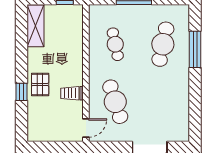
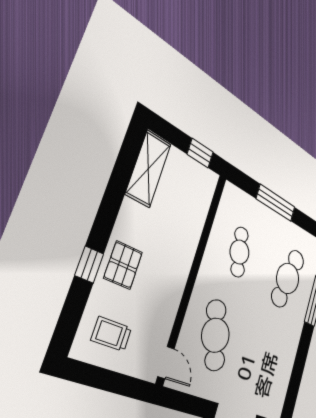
trolley: (71, 93) -> (111, 334), moved
door: (86, 128) -> (166, 363), hinge flipped

